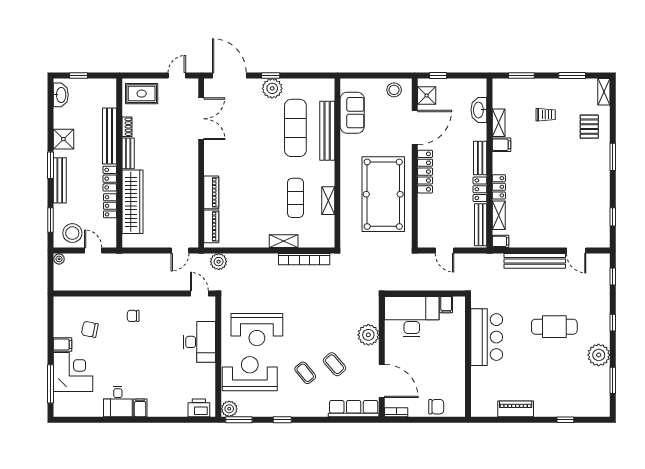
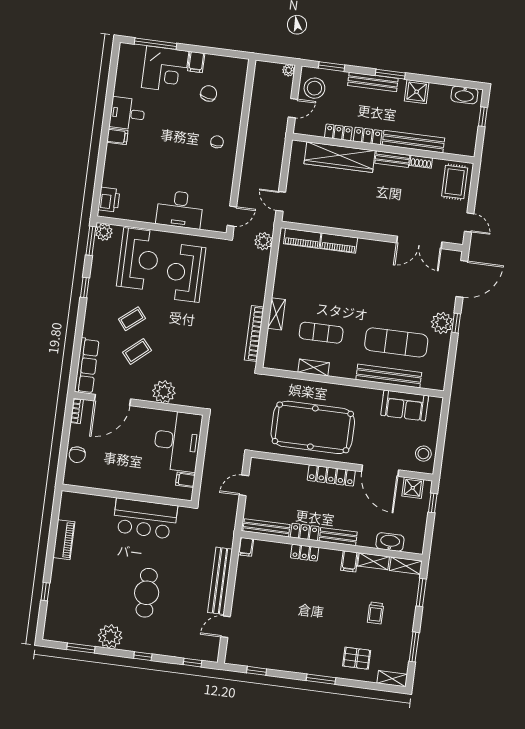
shelving: (499, 215) -> (406, 566), moved

